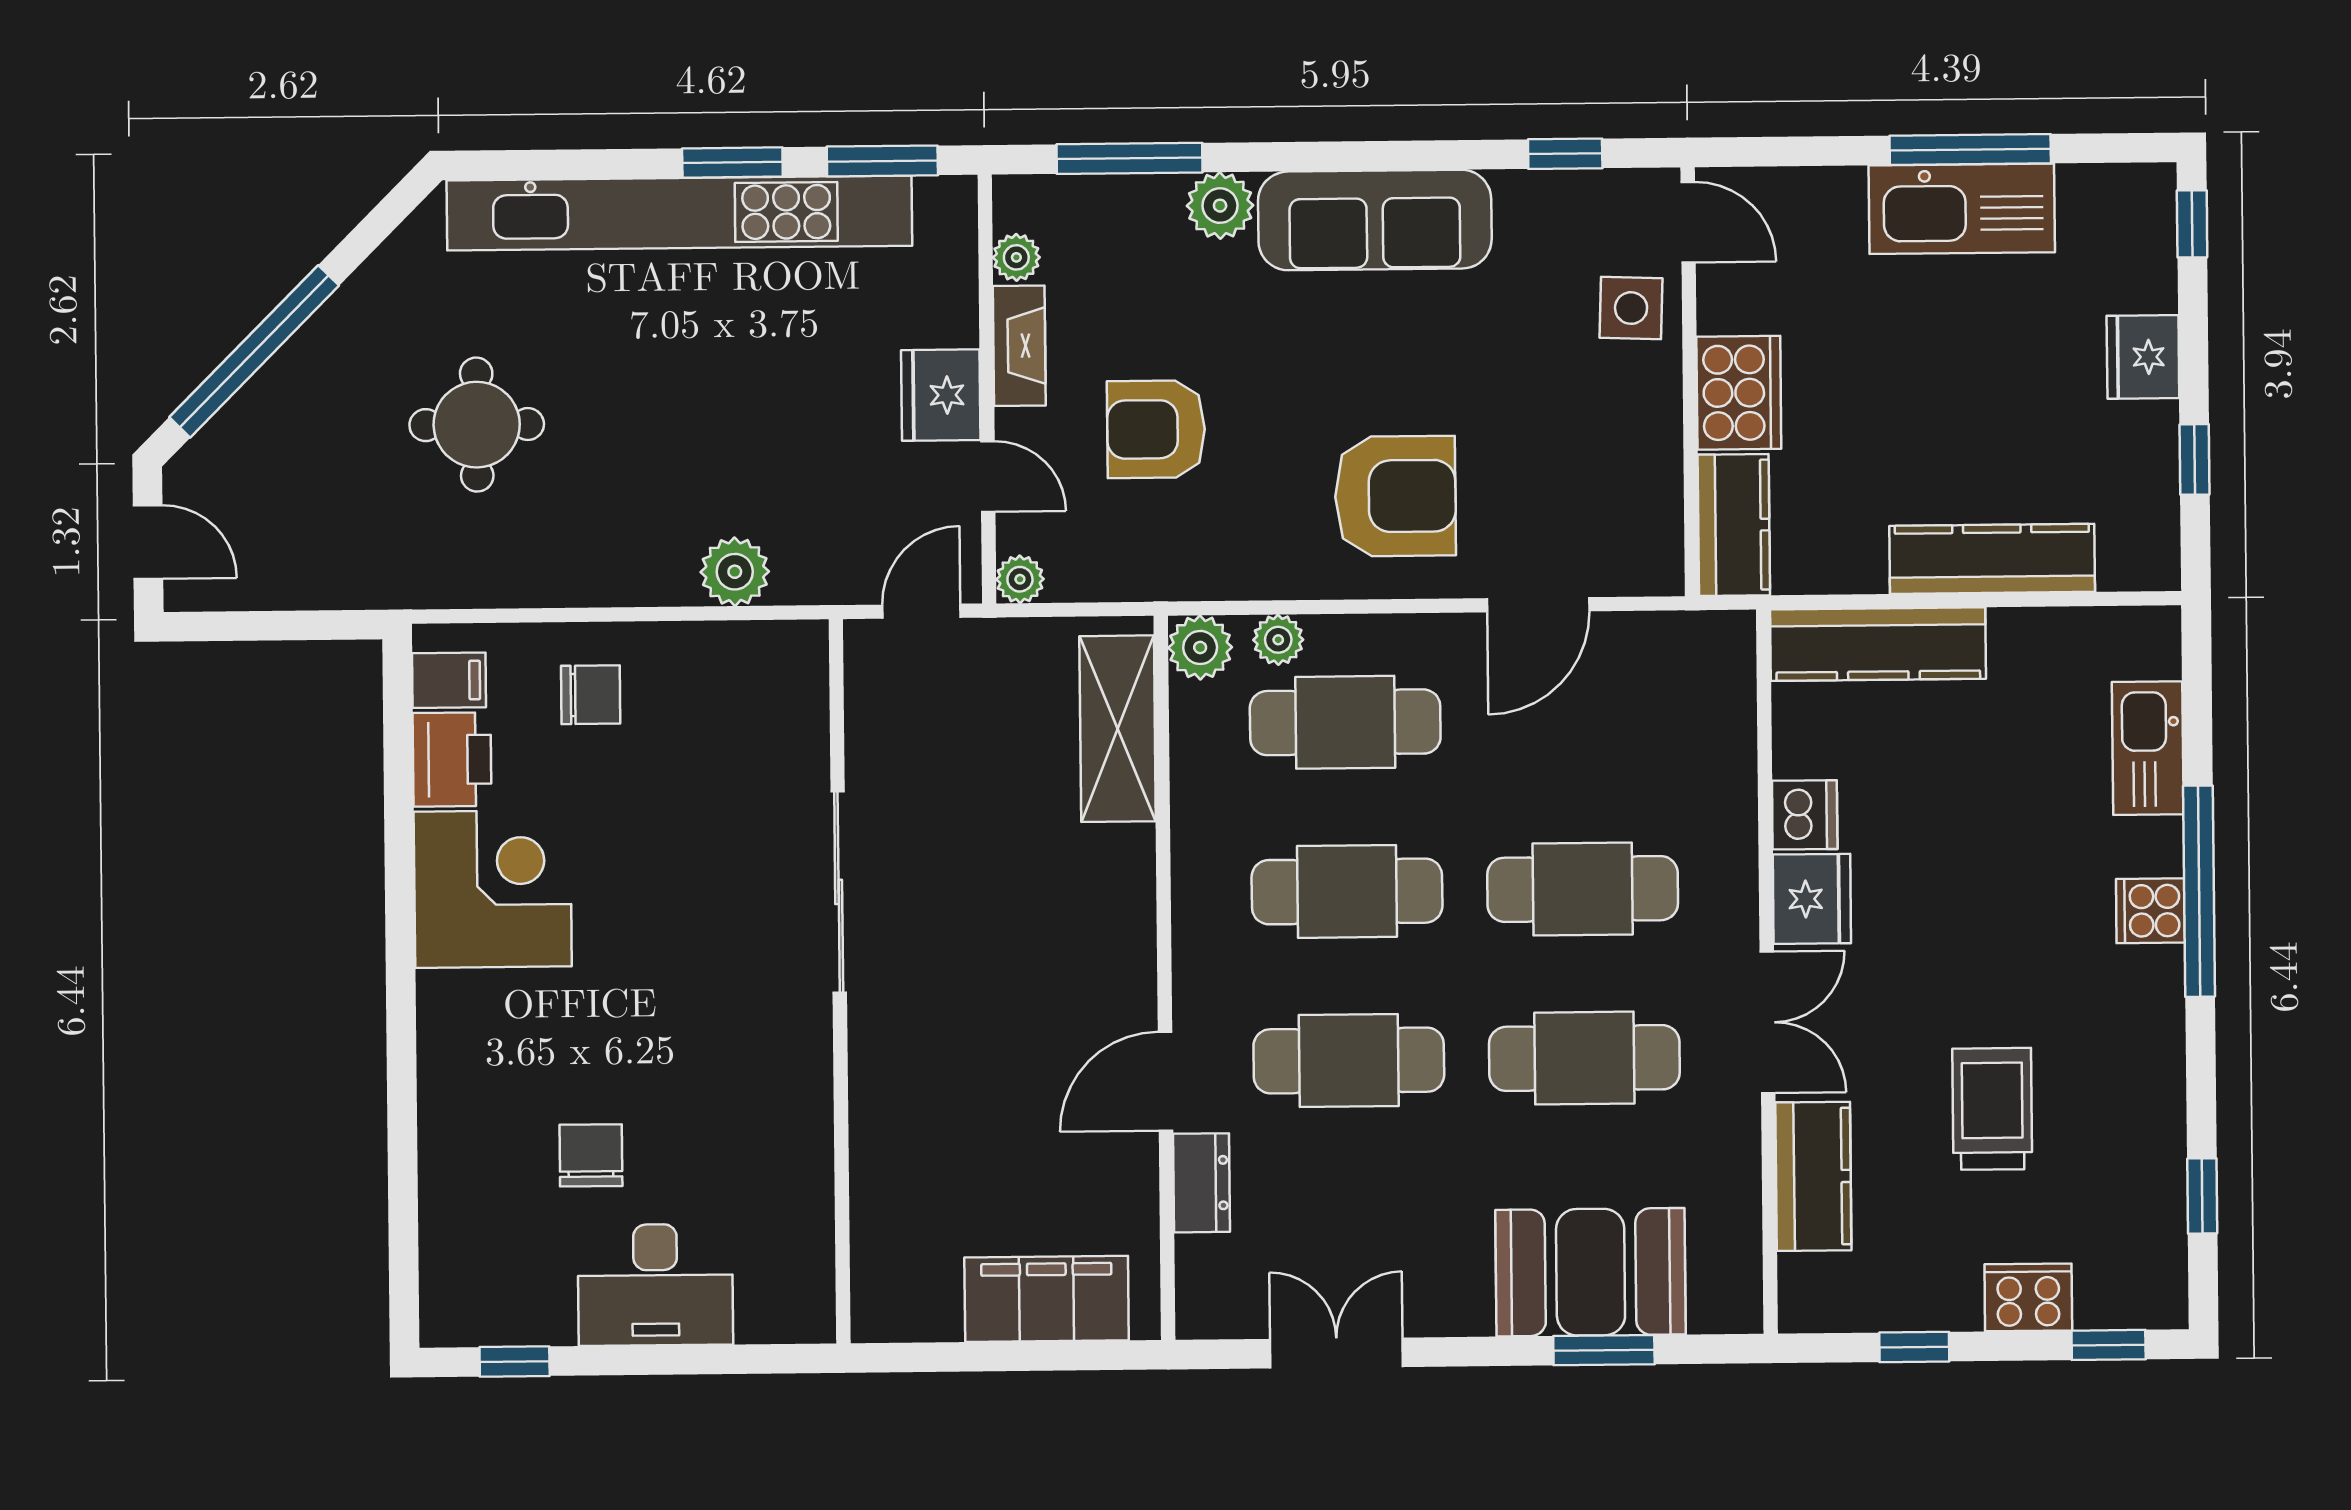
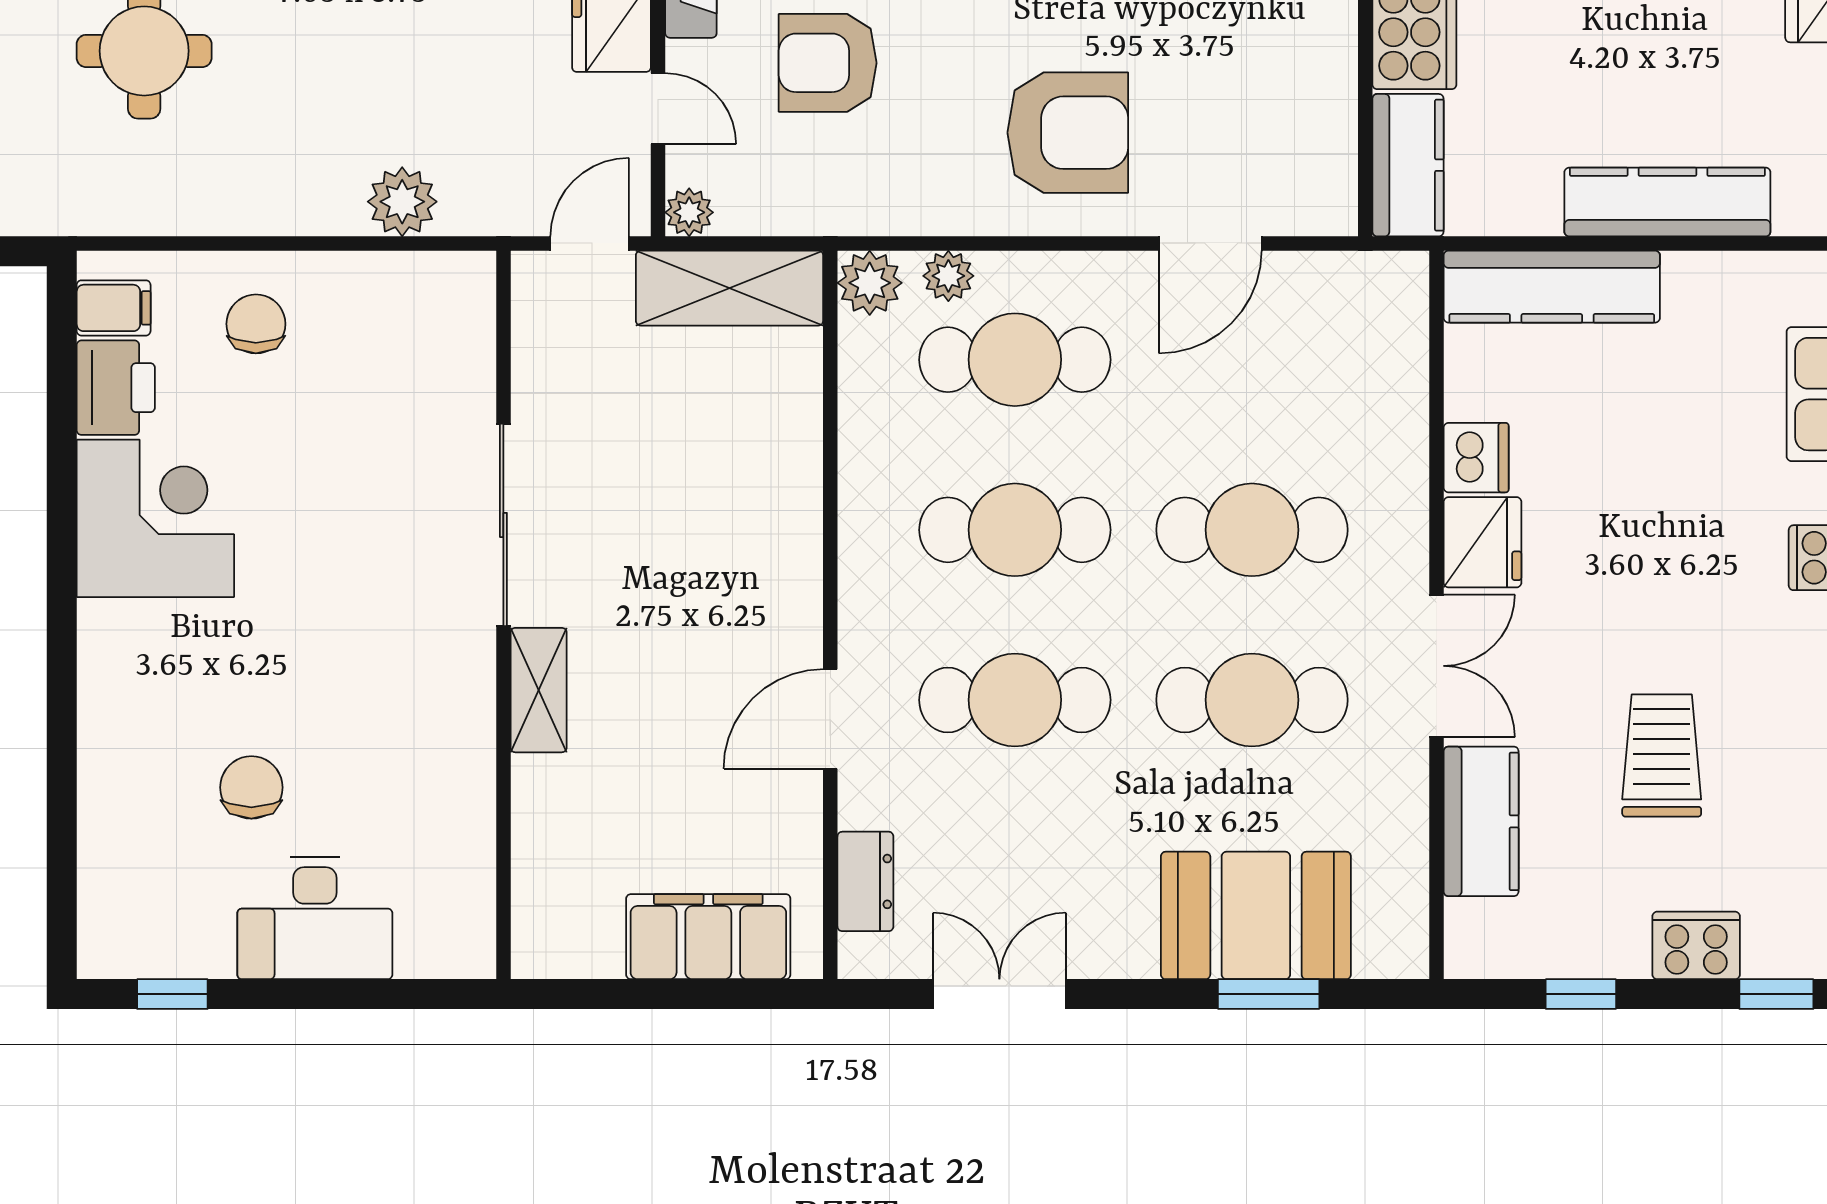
chair: (591, 695) -> (256, 324), turned -90
shelving: (1118, 729) -> (730, 288), moved, turned 90
shelving: (875, 1056) -> (539, 690), added
dresser: (1202, 1183) -> (865, 881), moved

